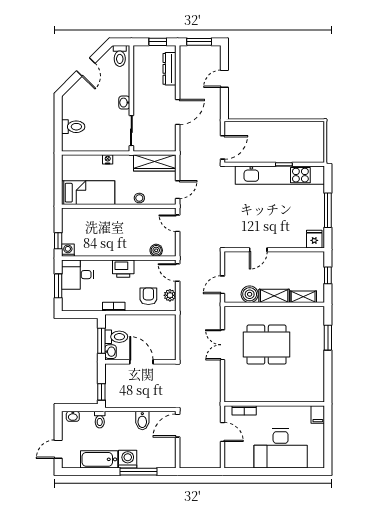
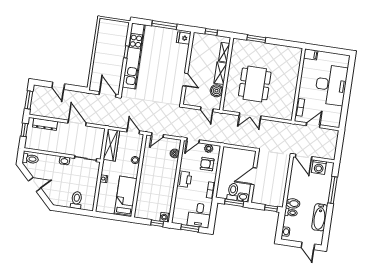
desk: (78, 275) -> (199, 215), moved
bidet: (142, 421) -> (293, 203), moved
washing machine: (128, 459) -> (319, 167), moved, turned -90

